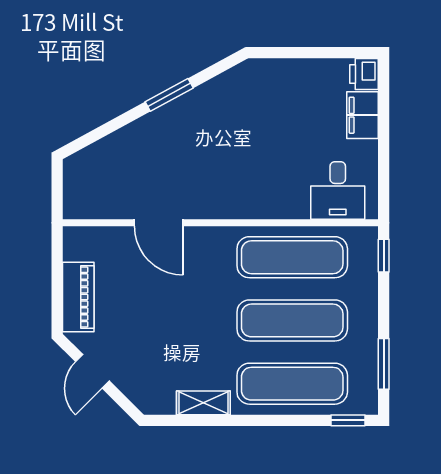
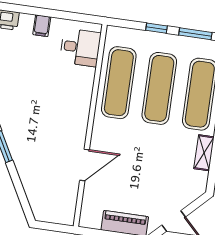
filing cabinet: (363, 115) -> (42, 26), width x0.50
window: (384, 256) -> (156, 28), moved

